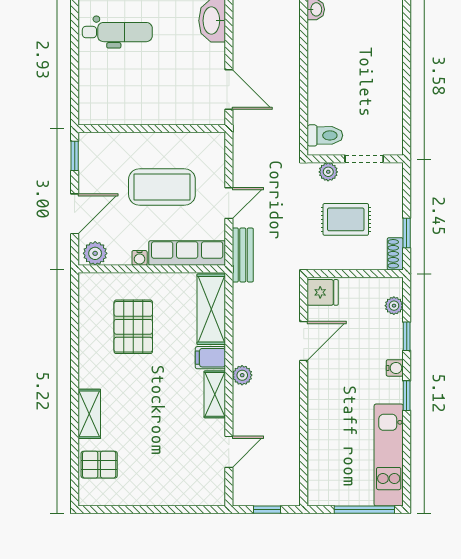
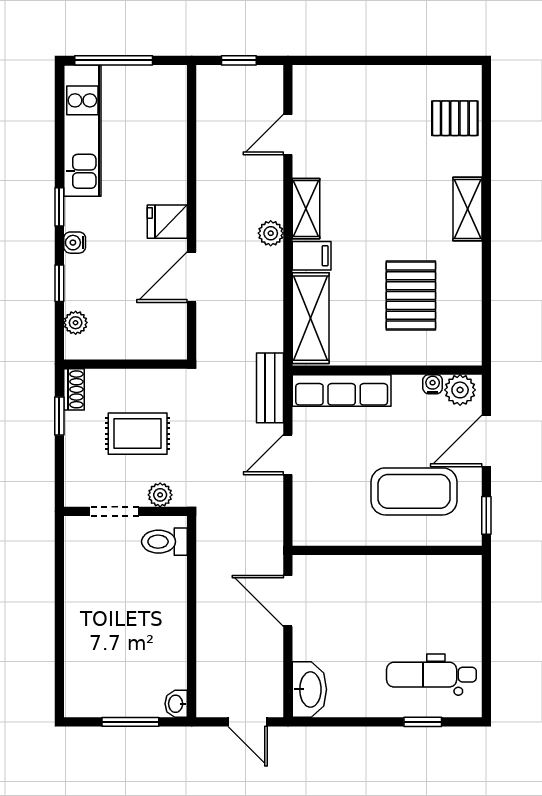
coffee table: (162, 187) -> (414, 491), moved
water cooler: (140, 258) -> (433, 384), moved
fridge: (323, 292) -> (167, 222), moved
shelving: (89, 414) -> (467, 209), moved

